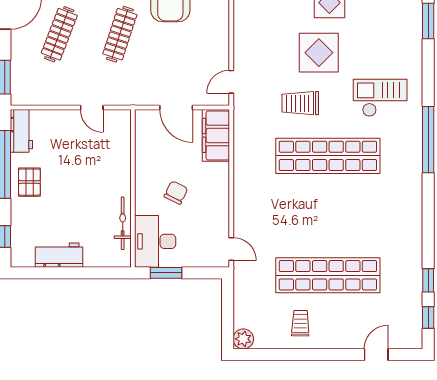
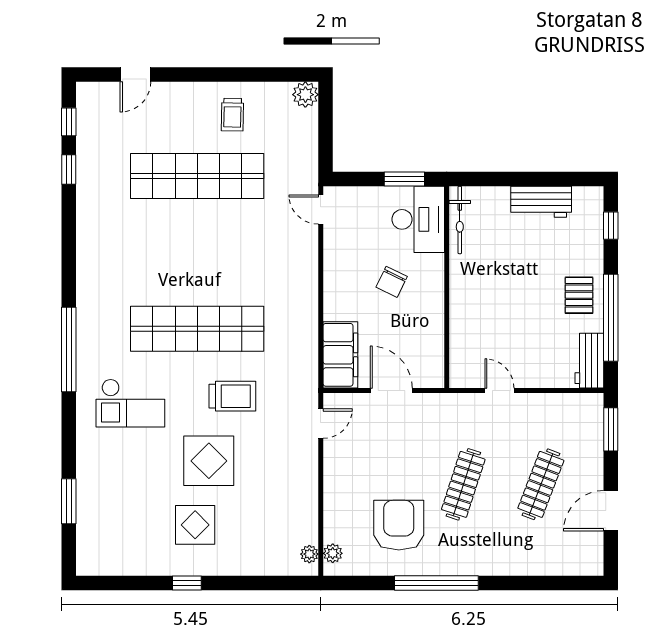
bicycle: (123, 223) -> (460, 220), moved

